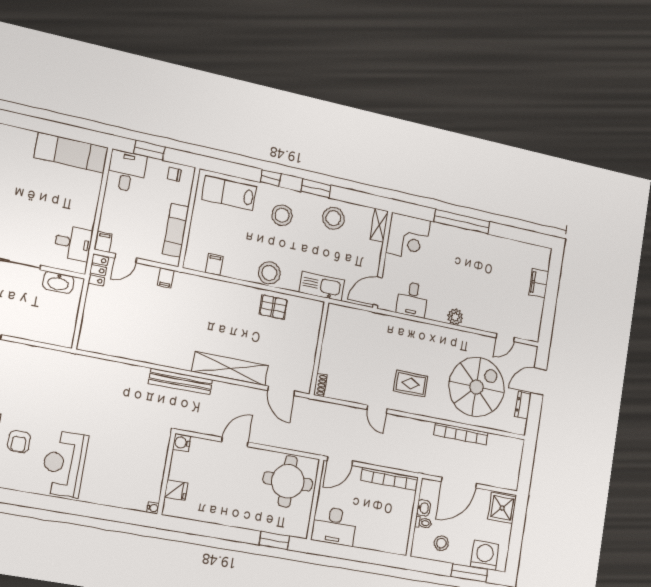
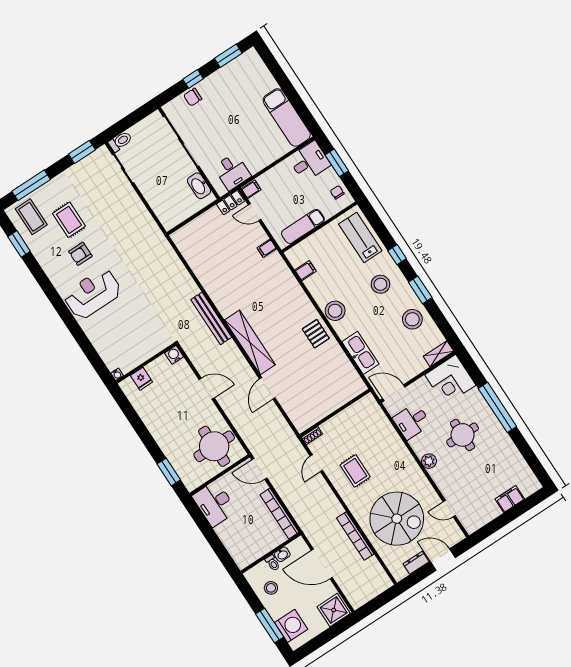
round table: (459, 270) -> (463, 435), added
wall: (319, 348) -> (335, 413), moved
shoe rack: (320, 385) -> (312, 436), moved

